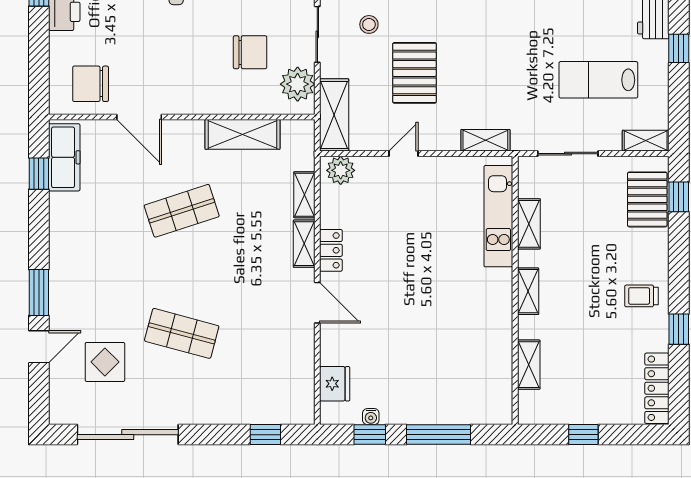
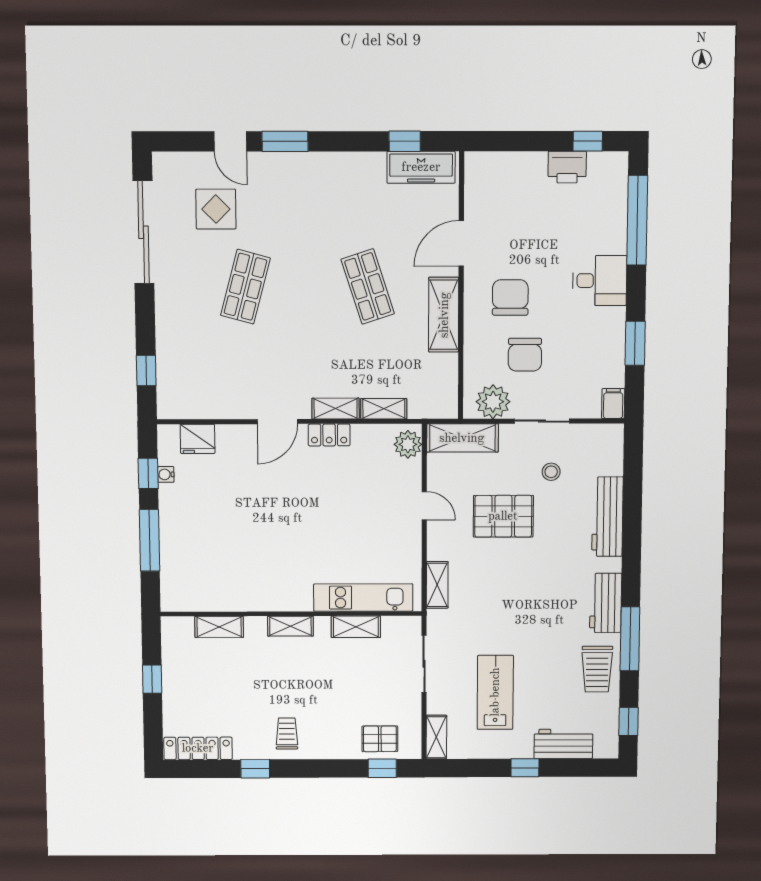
chair: (91, 84) -> (510, 297), moved
shelving: (243, 134) -> (444, 315), moved
pallet: (647, 199) -> (380, 739), width x0.67, depth x0.71

